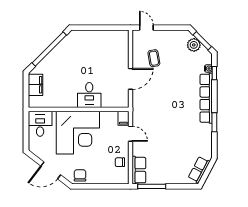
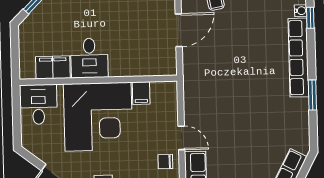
filing cabinet: (35, 85) -> (53, 67), moved, turned -90
desk: (89, 95) -> (89, 58), moved
filing cabinet: (123, 118) -> (141, 93), moved
door: (130, 134) -> (181, 138), moved

